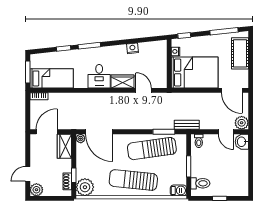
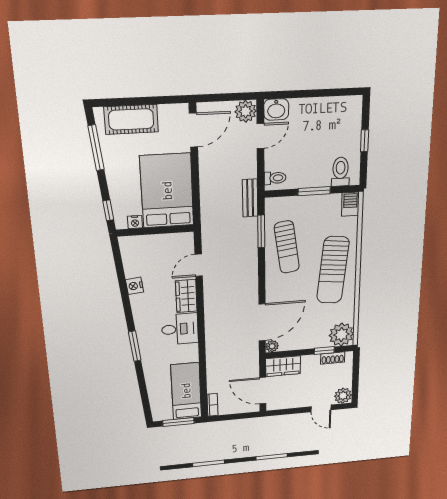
window: (64, 48) -> (141, 380), removed
sun lounger: (152, 149) -> (287, 247), width x0.73, depth x0.75

